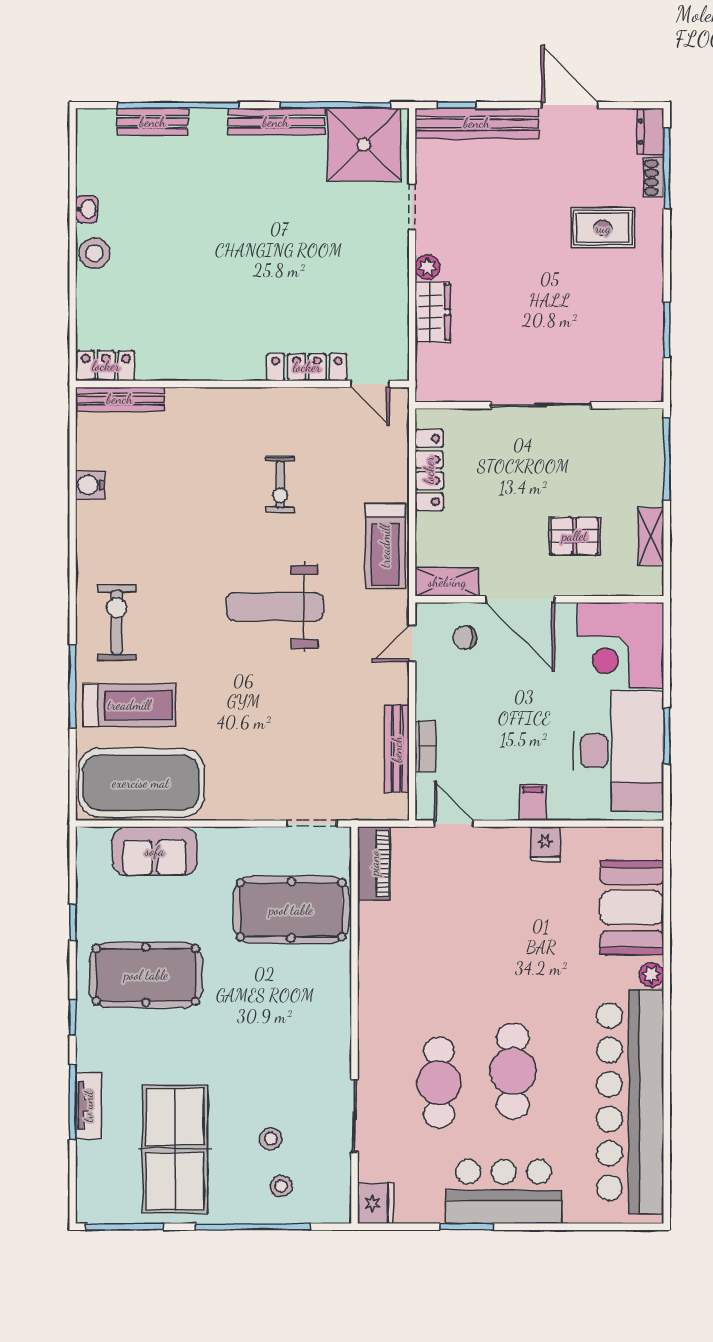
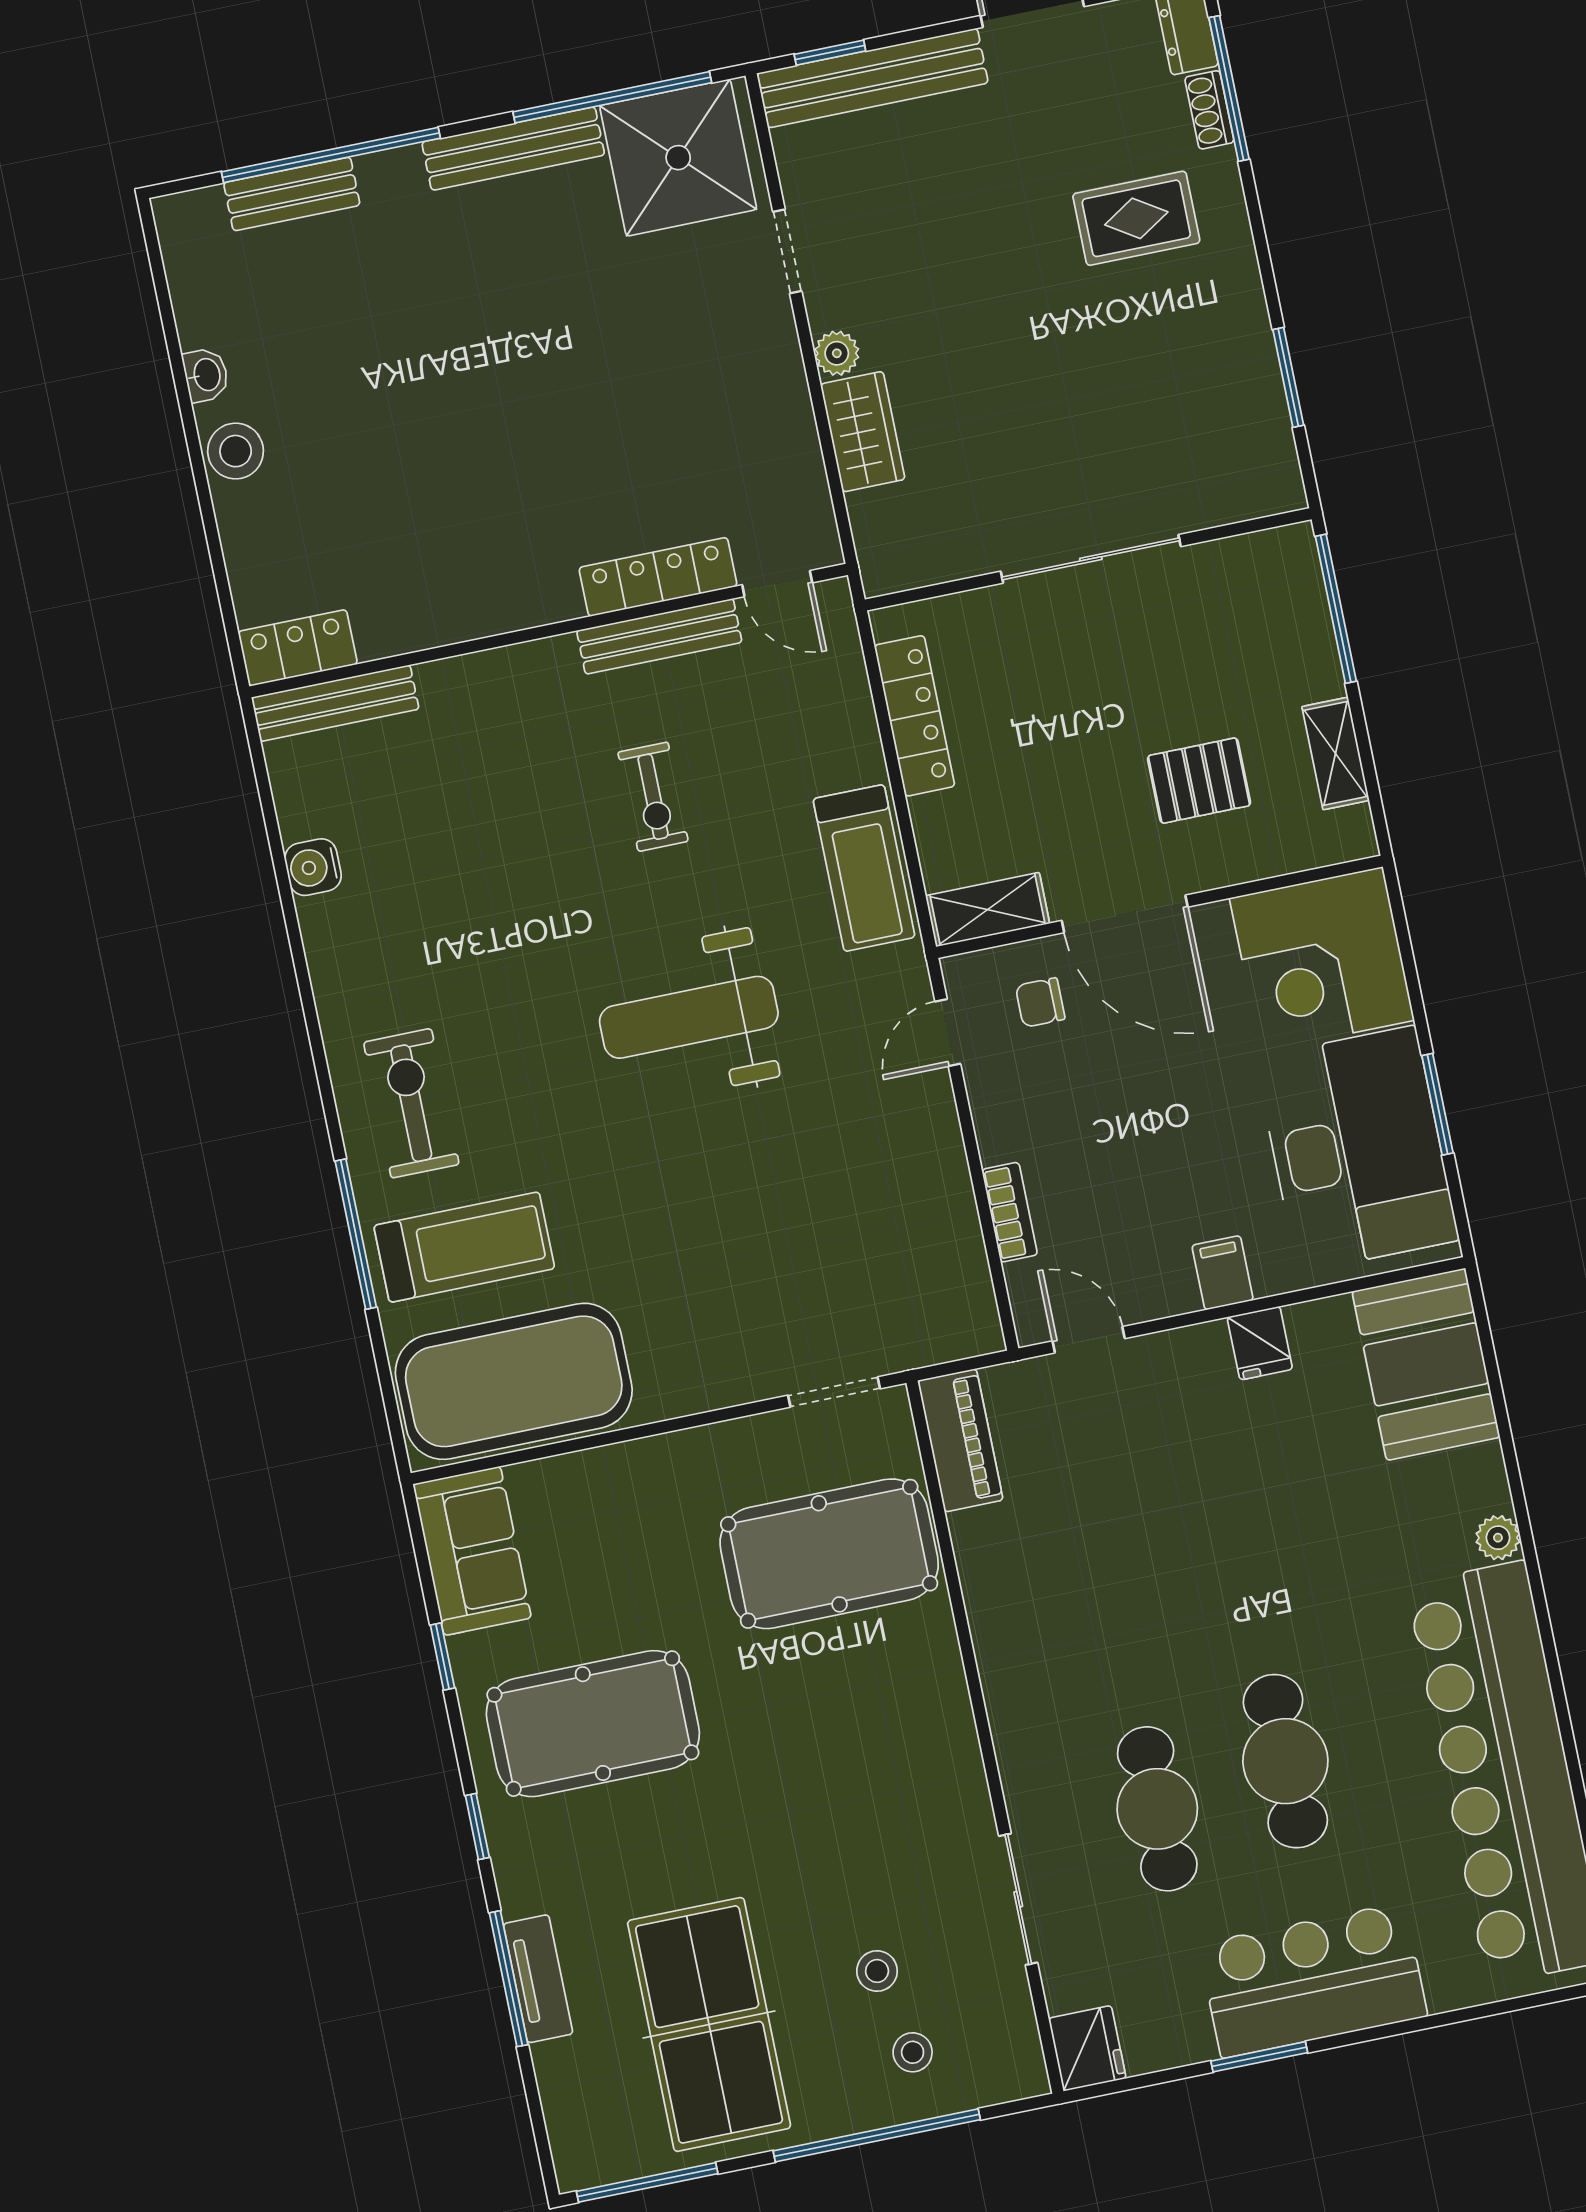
bench: (397, 749) -> (659, 636), moved, turned 90
sofa: (155, 851) -> (472, 1551), moved, turned -90
booth: (632, 908) -> (1426, 1364), moved

